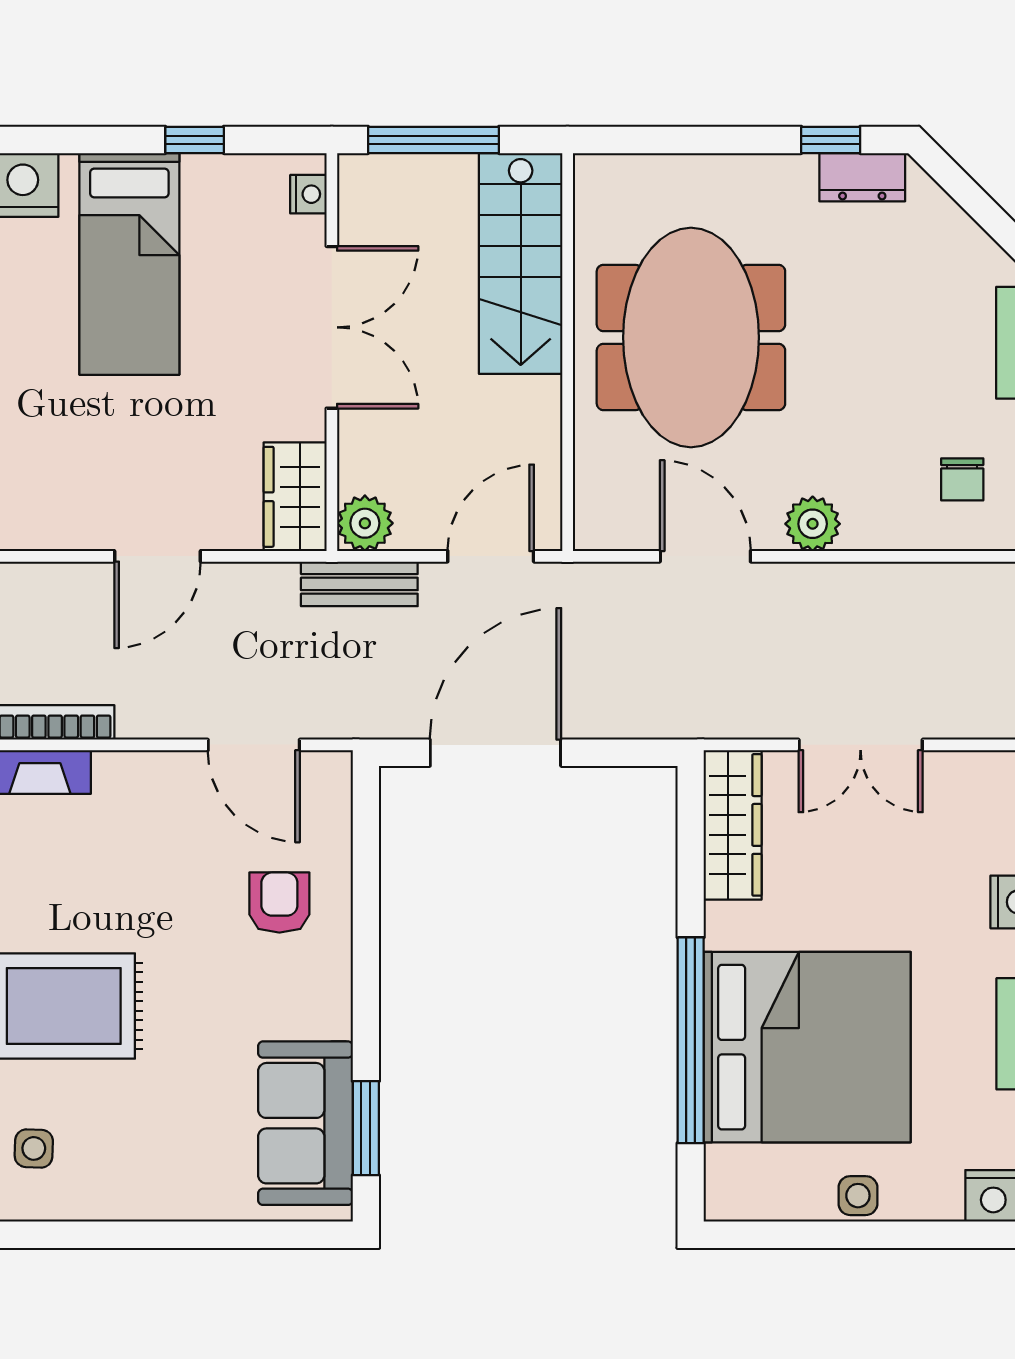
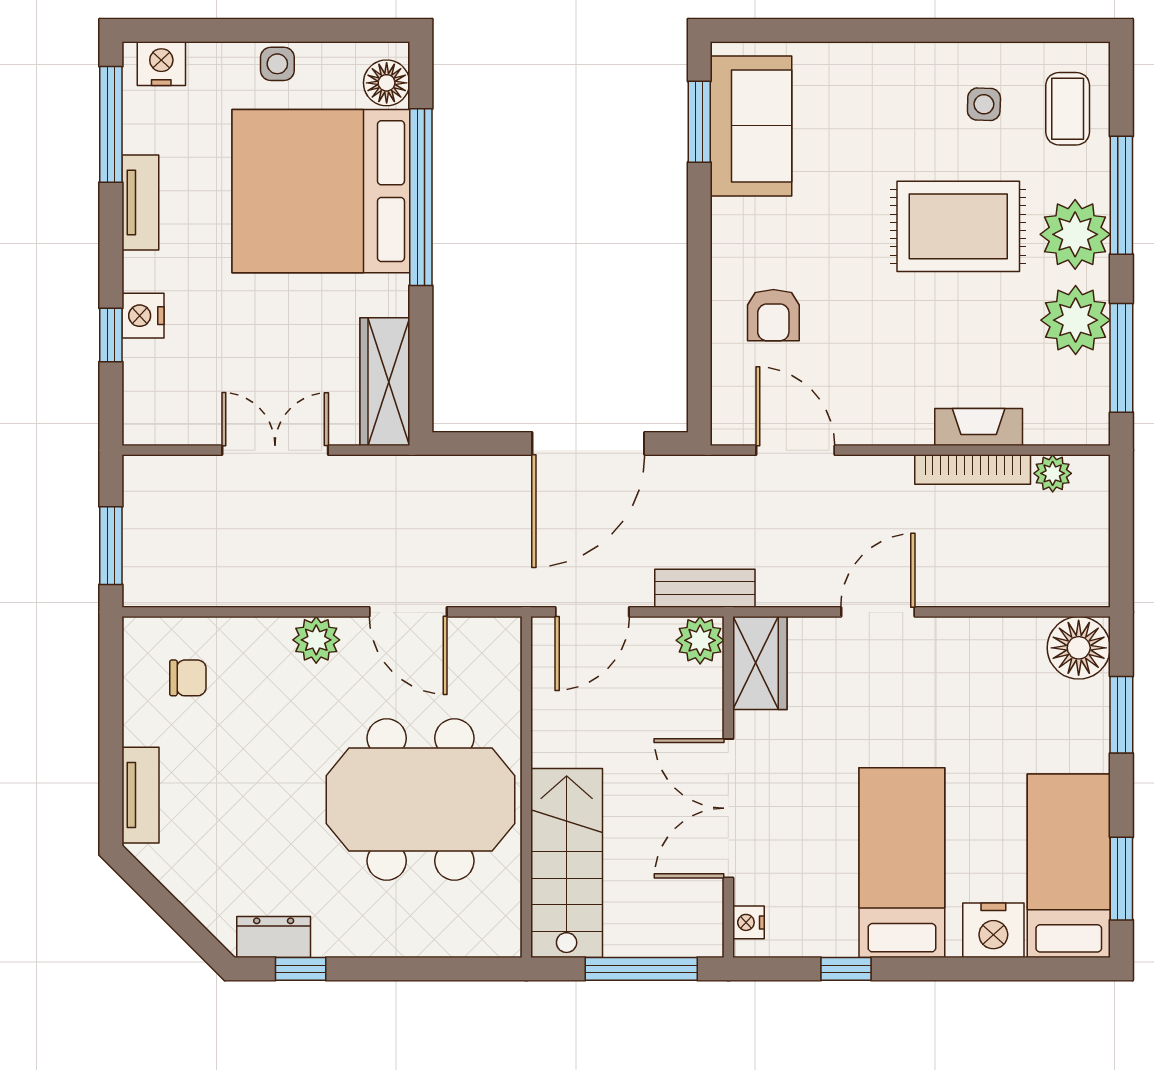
meeting table: (691, 337) -> (420, 800), turned 90
chair: (962, 479) -> (188, 678), turned 90
floor lamp: (731, 1173) -> (387, 83), added

